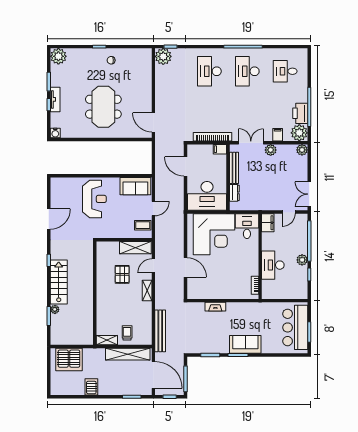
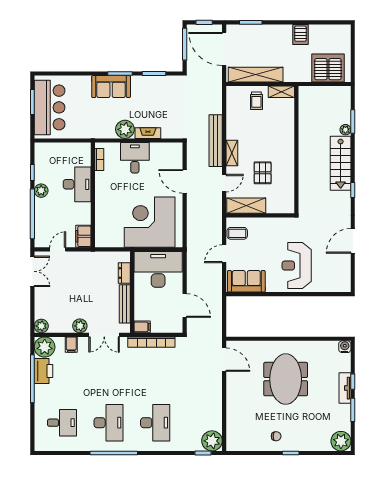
desk: (247, 226) -> (135, 158), moved, turned 180
plant: (234, 310) -> (125, 129), added
bench: (160, 331) -> (216, 141), moved

